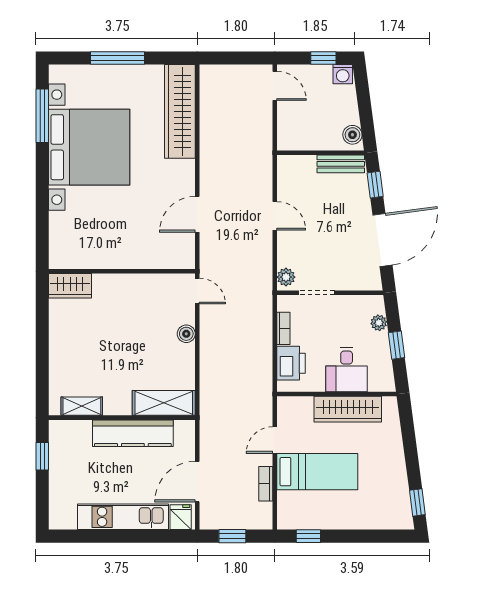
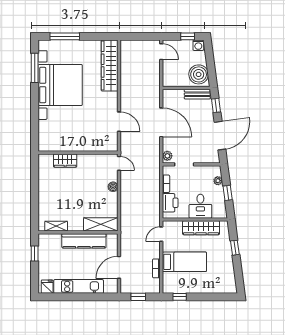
window: (118, 58) -> (65, 36), moved
boiler: (352, 135) -> (199, 74), width x1.86, depth x1.86
door: (197, 214) -> (119, 122), swing flipped
door: (275, 216) -> (161, 122), width x1.88
wardrobe: (70, 286) -> (65, 161), moved
door: (275, 440) -> (161, 234), moved
window: (417, 502) -> (235, 248), moved
fridge: (181, 517) -> (47, 287), moved

